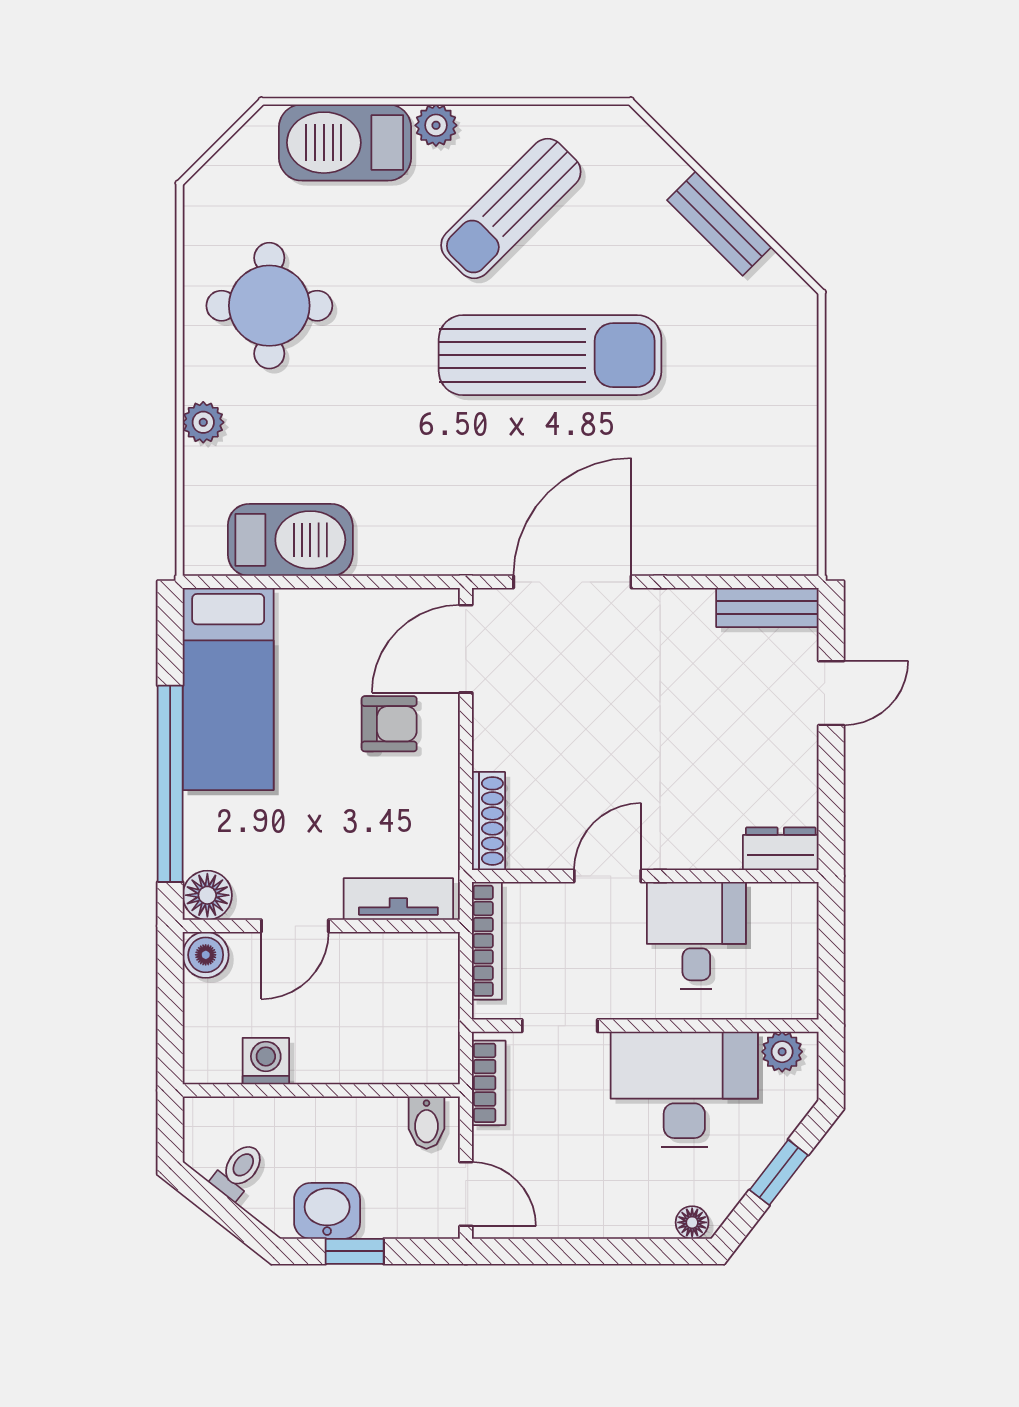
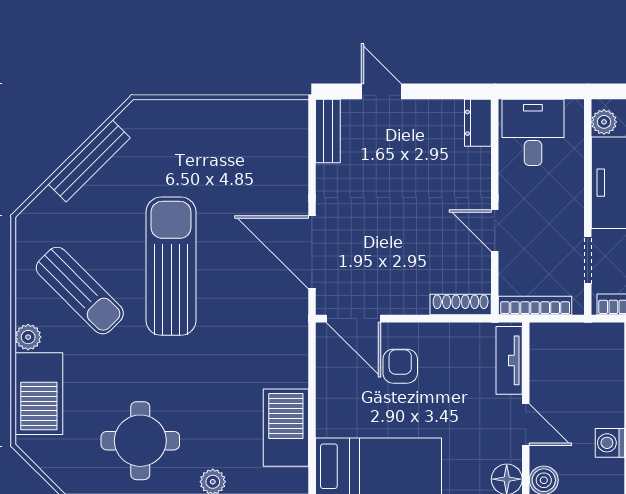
bench: (719, 223) -> (89, 161), width x1.36
desk: (696, 935) -> (533, 132), moved, turned 90

